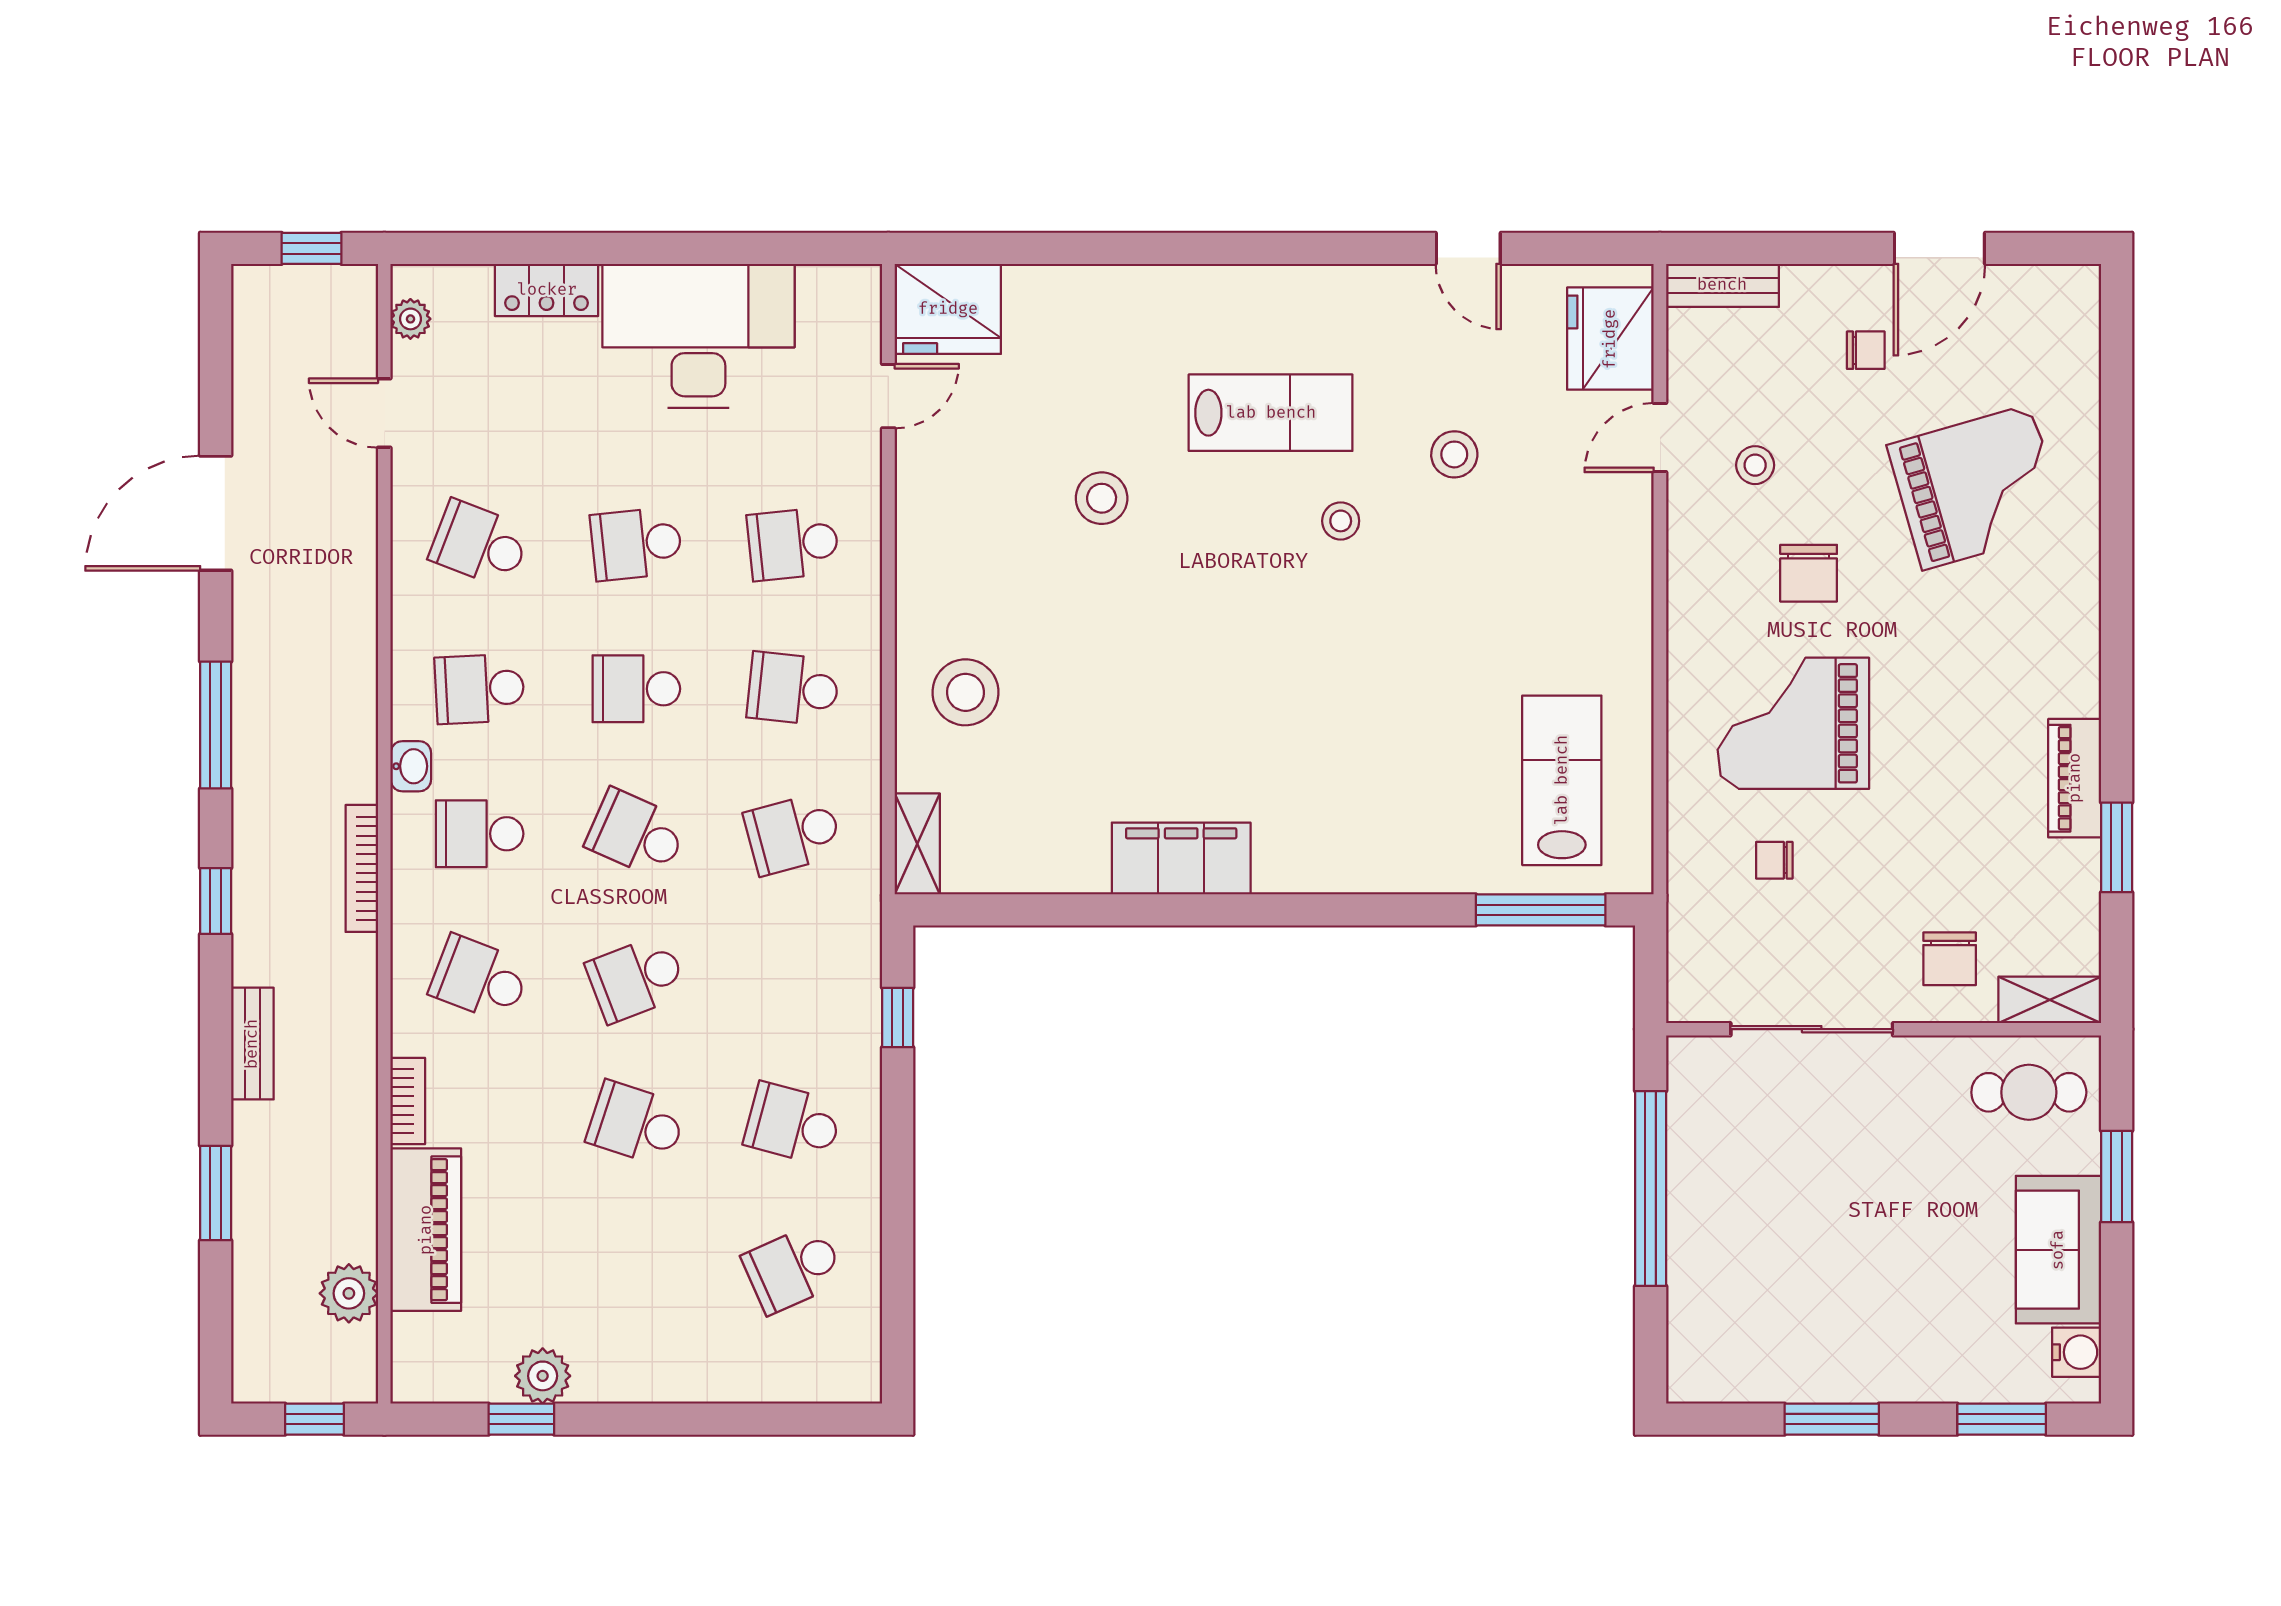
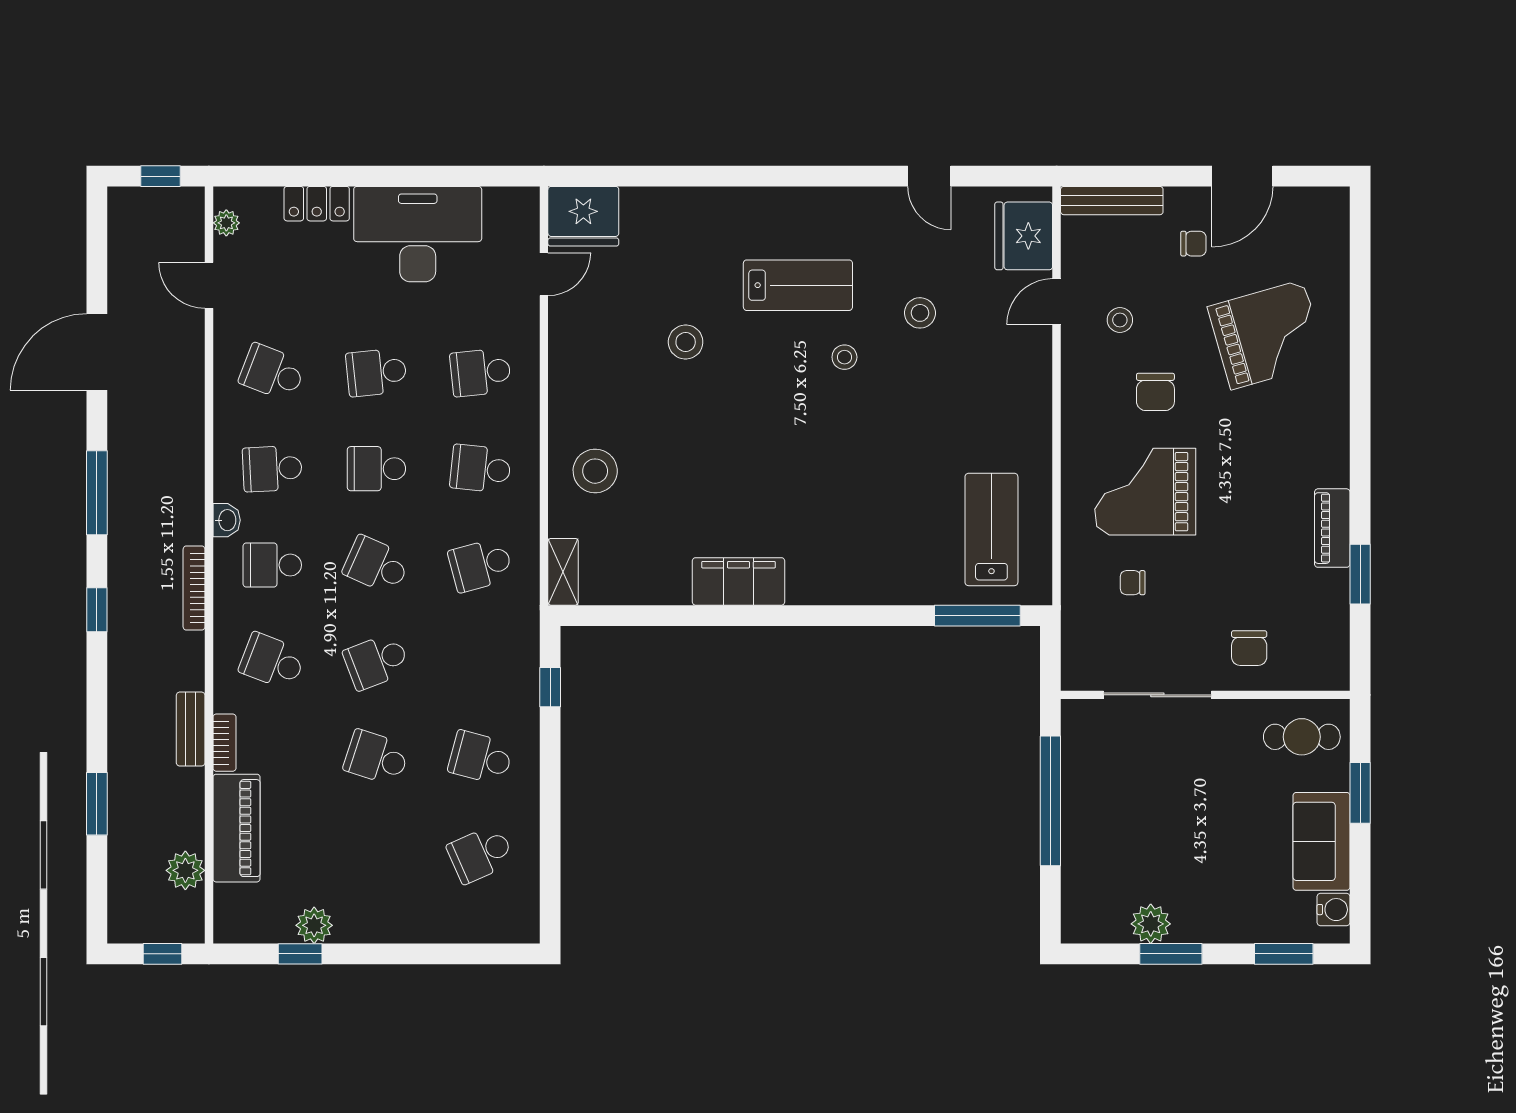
bench: (1722, 285) -> (1112, 201), width x1.36
shelving: (2050, 1000) -> (1316, 675), removed
bench: (252, 1044) -> (191, 729), moved
plant: (1801, 1374) -> (1151, 924), added

